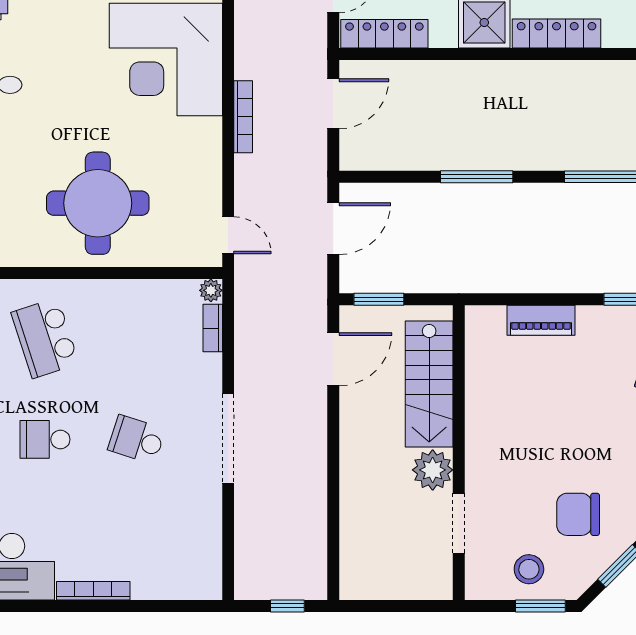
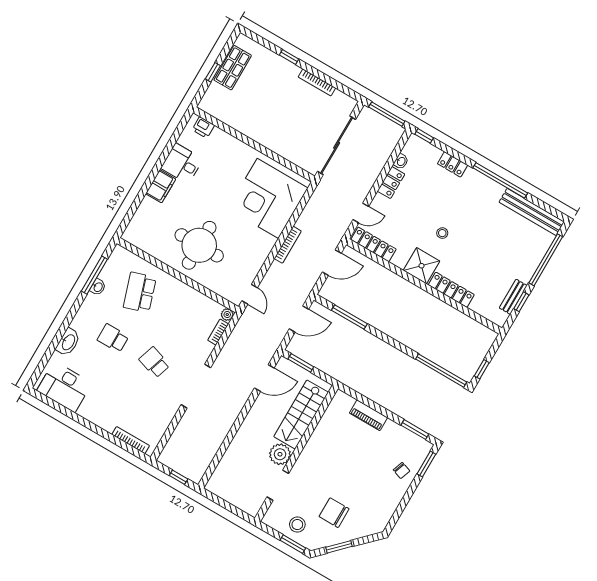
window: (477, 177) -> (349, 317), moved
bookcase: (93, 591) -> (131, 440), moved

